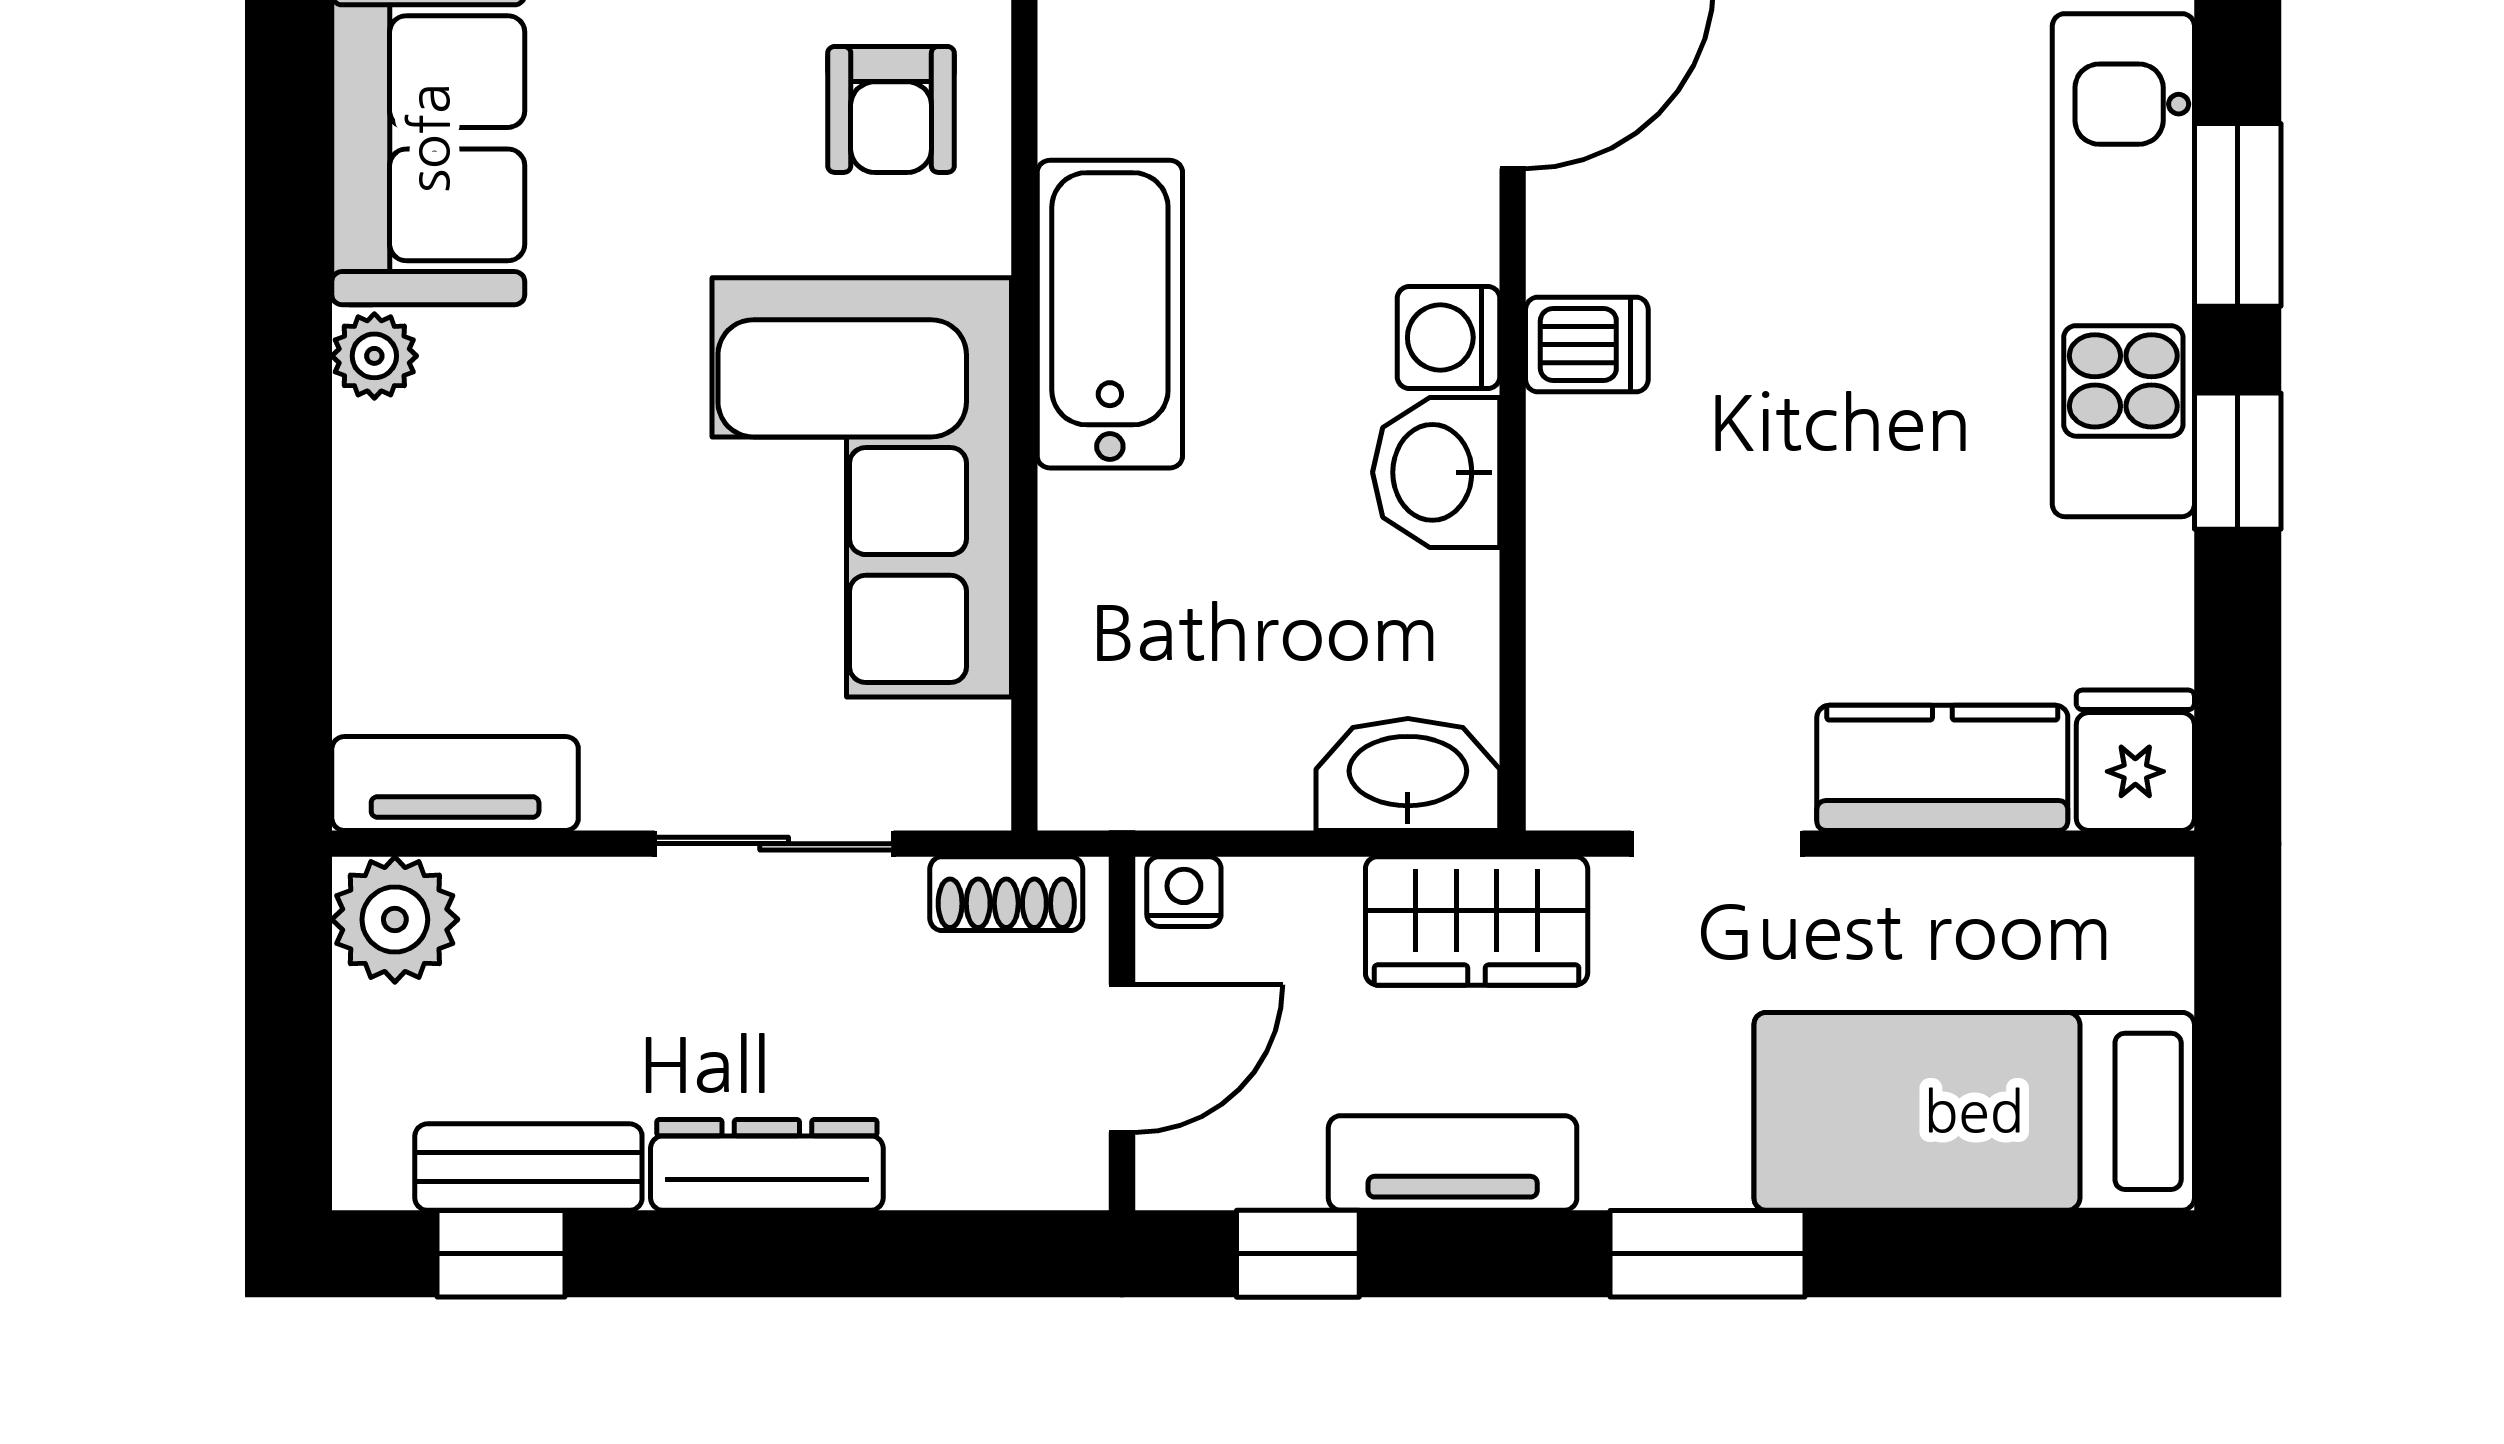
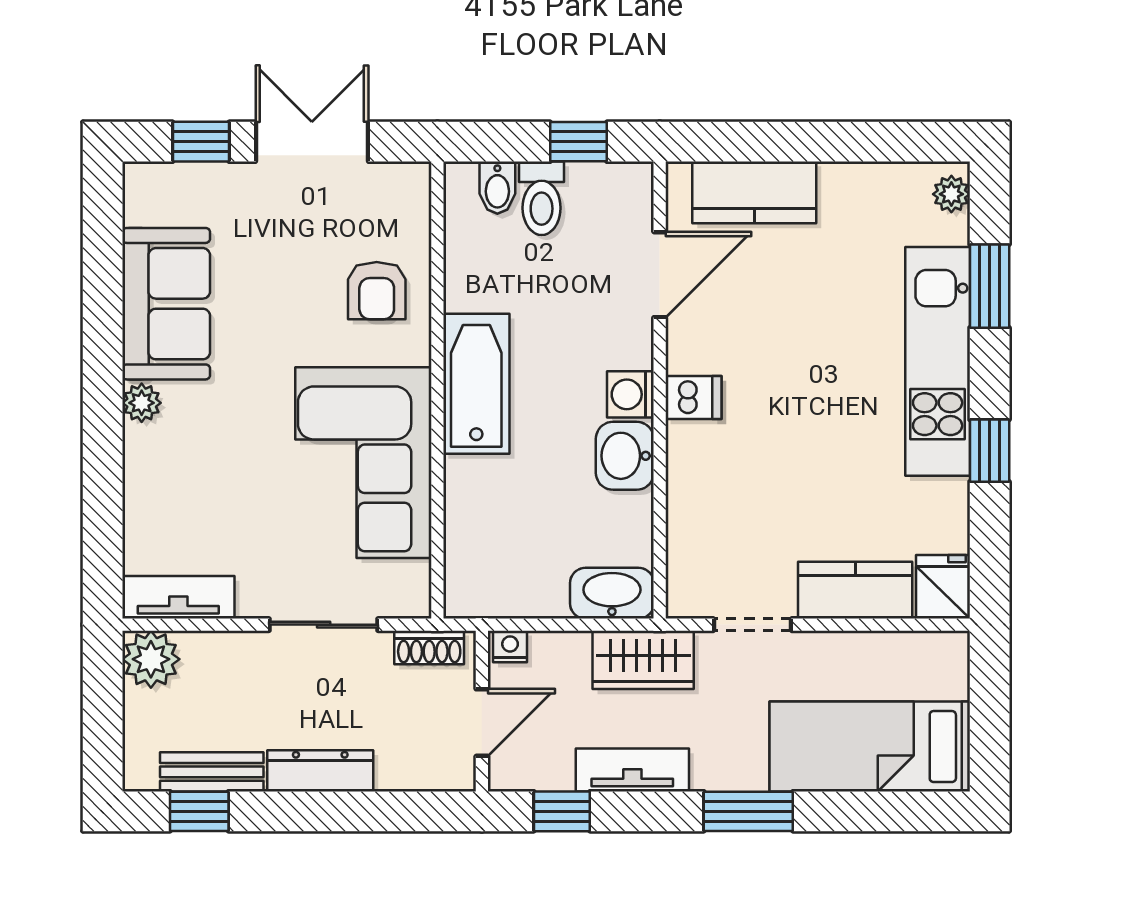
window: (2238, 215) -> (990, 286), moved

